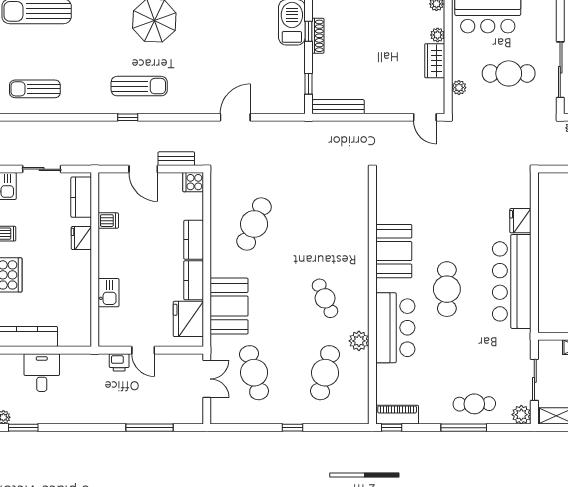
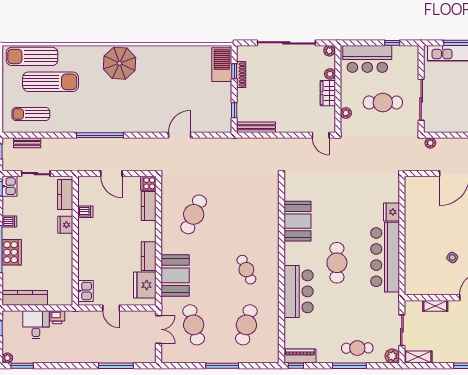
sun lounger: (139, 86) -> (51, 82), moved, width x1.36, depth x1.34
window: (128, 117) -> (100, 135), width x3.17
bench: (176, 159) -> (27, 143), moved
kitchen counter: (194, 240) -> (149, 206), moved
booth: (394, 251) -> (297, 221), moved
kitchen sink: (109, 293) -> (85, 291), moved
plant: (359, 341) -> (272, 301), removed
printer: (119, 362) -> (57, 317), moved
window: (292, 428) -> (222, 366), width x2.17

